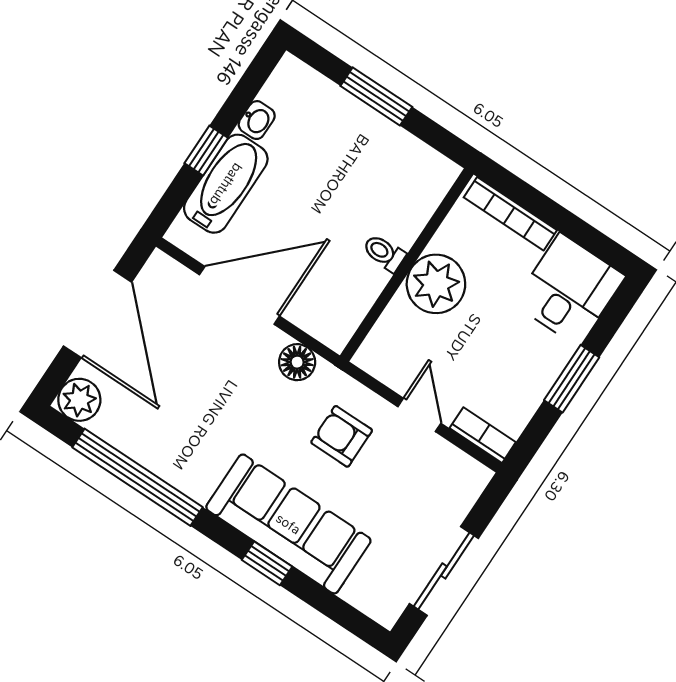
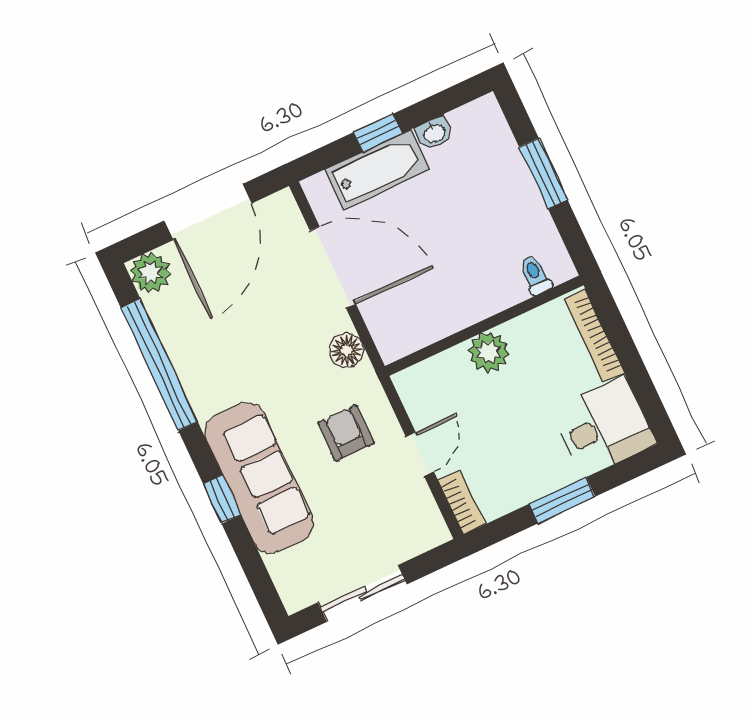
toilet: (384, 253) -> (535, 275), moved
plant: (436, 284) -> (489, 352), width x0.73, depth x0.73

